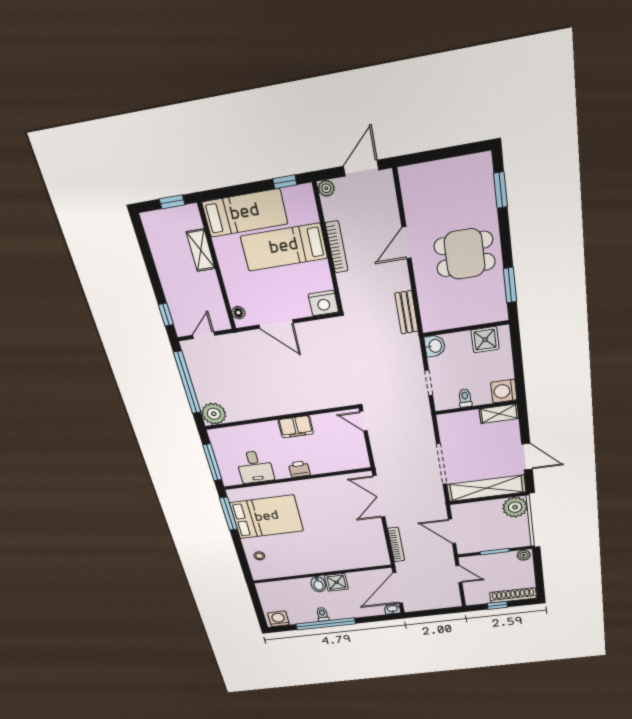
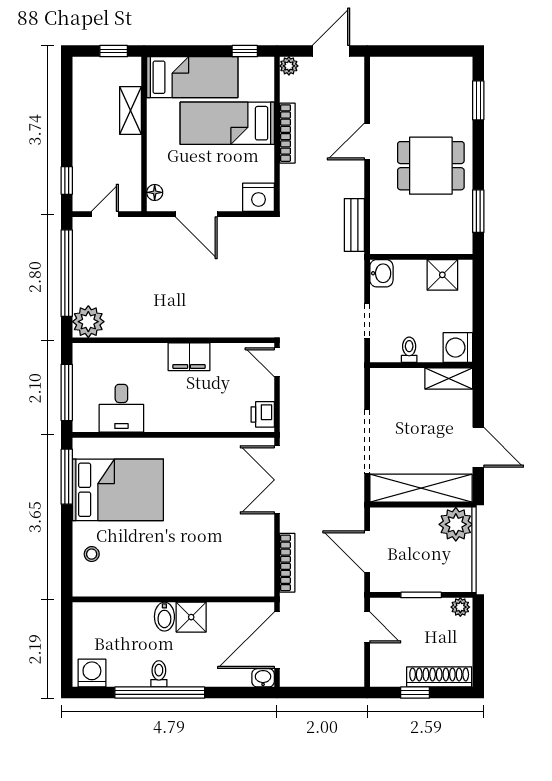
printer: (299, 469) -> (263, 414), moved, turned -90

